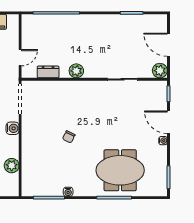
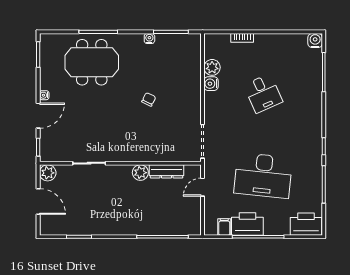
dresser: (48, 72) -> (166, 171), width x1.44
door: (169, 122) -> (38, 116), hinge flipped
water cooler: (13, 128) -> (211, 84), moved

